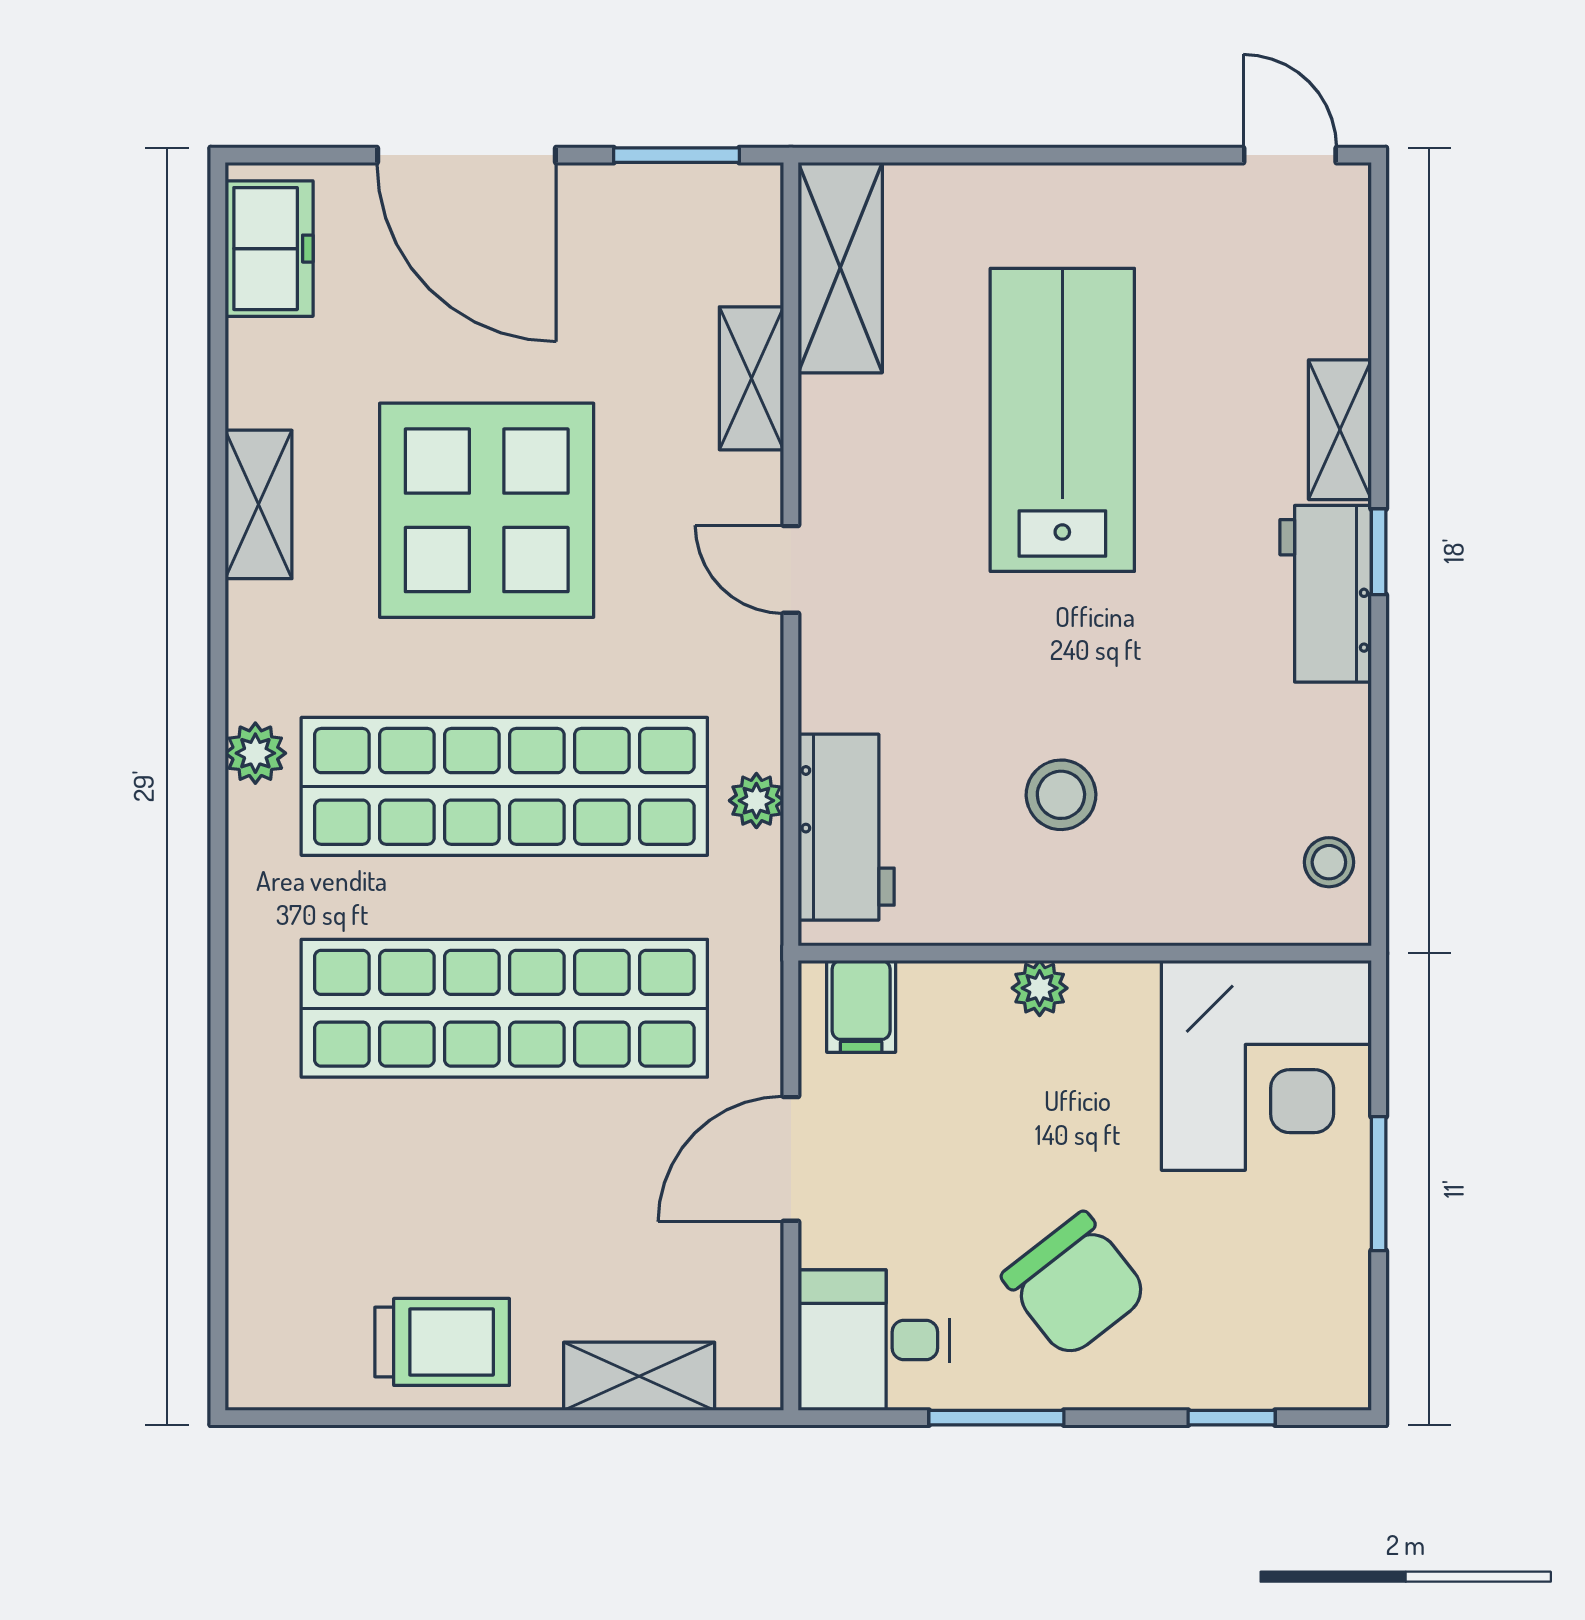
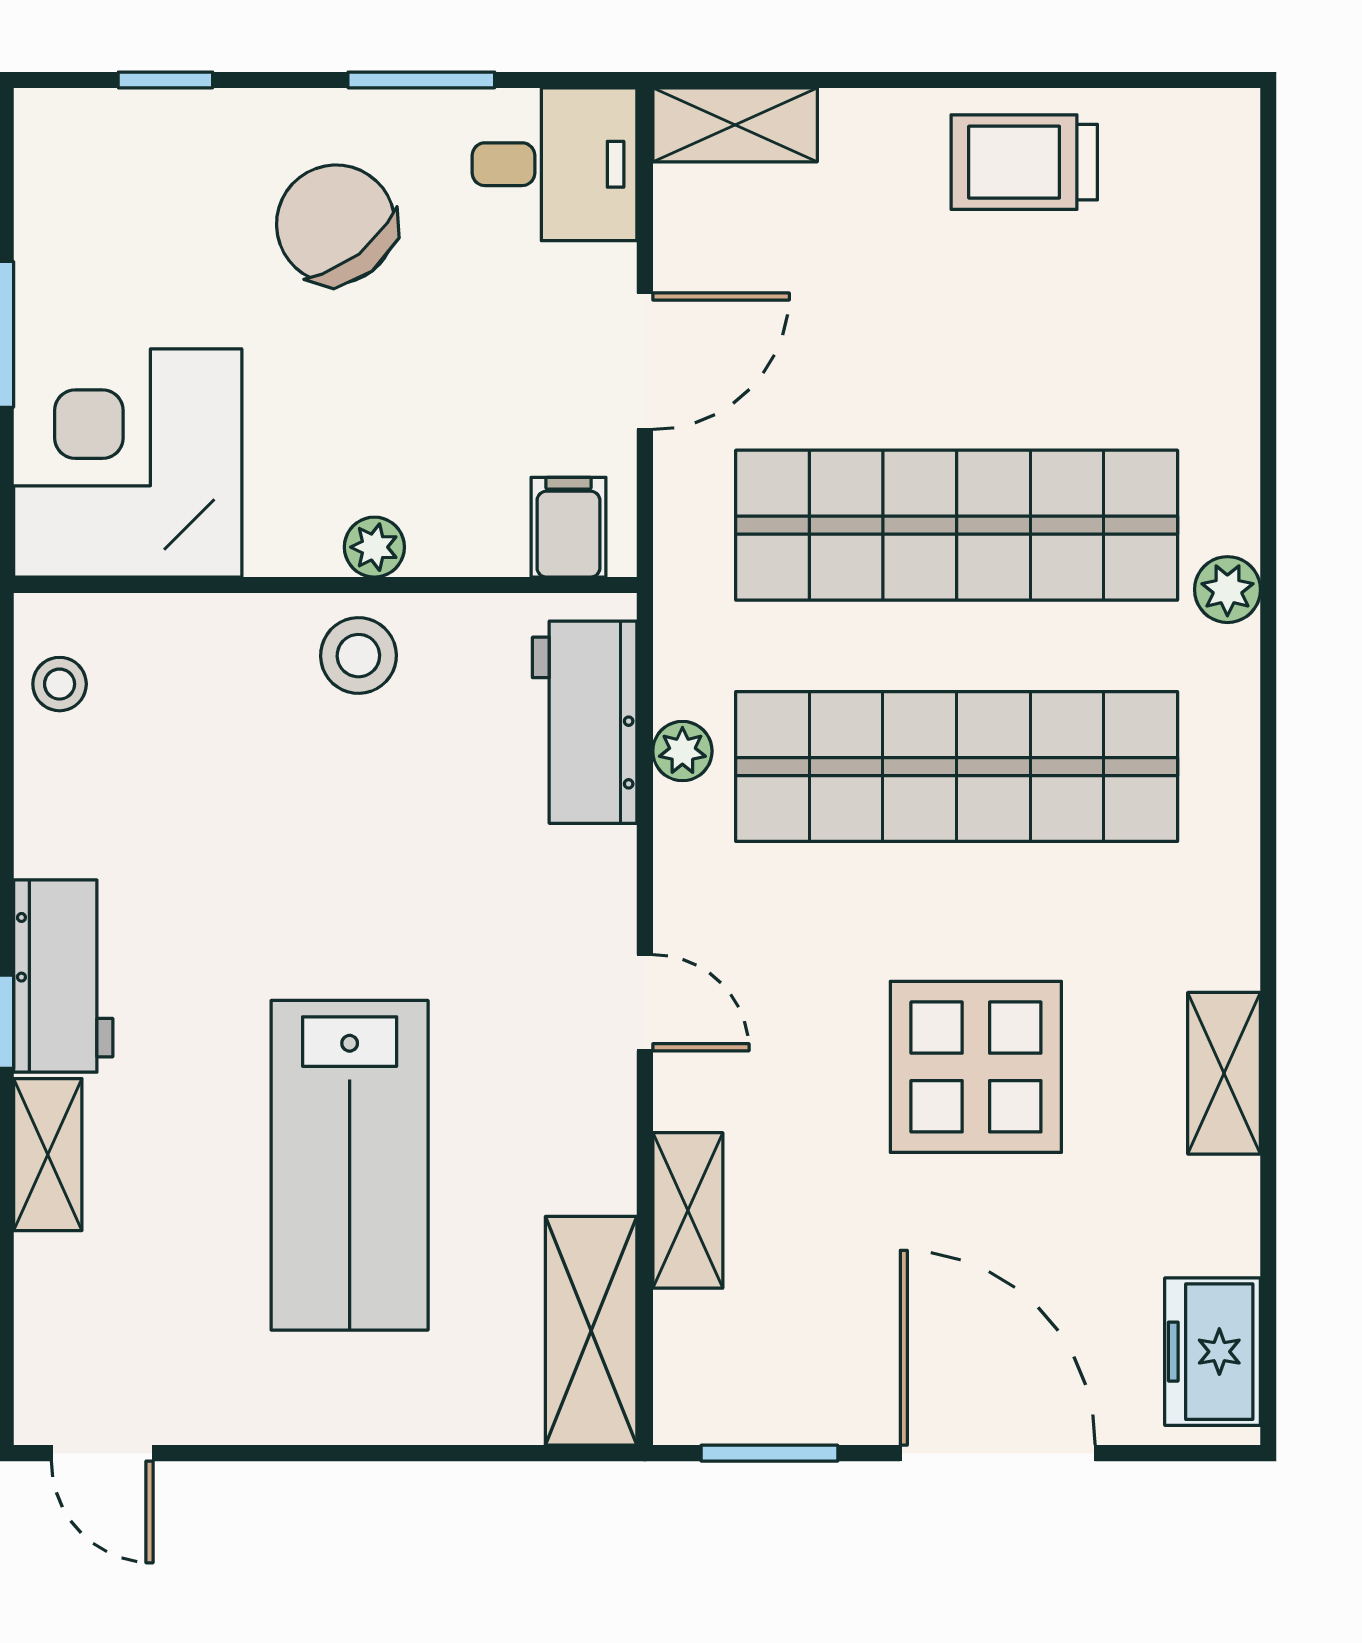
display table: (487, 510) -> (976, 1067), width x0.73, depth x0.73
plant: (255, 753) -> (1227, 590), moved
stool: (1061, 795) -> (358, 656), moved
shelving: (639, 1376) -> (735, 125), moved

